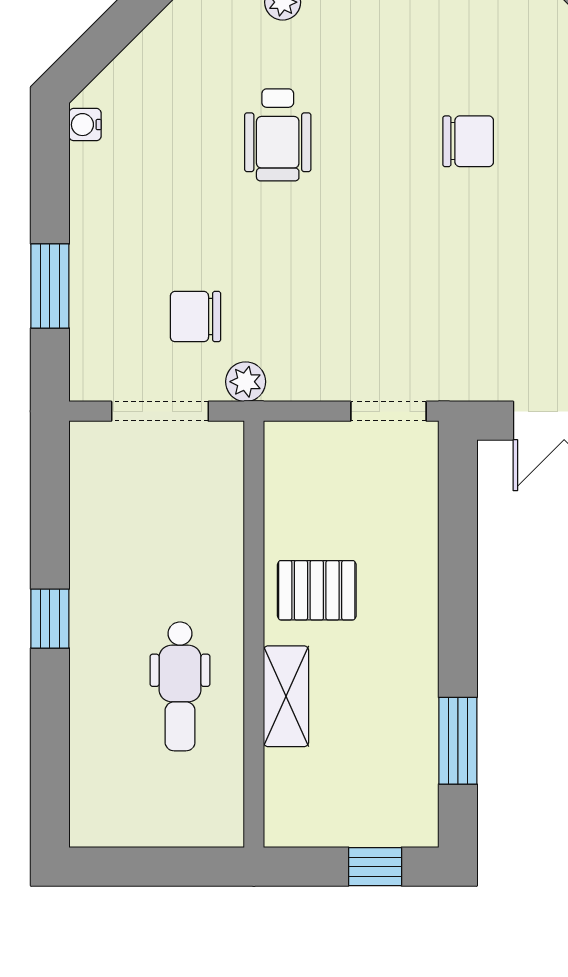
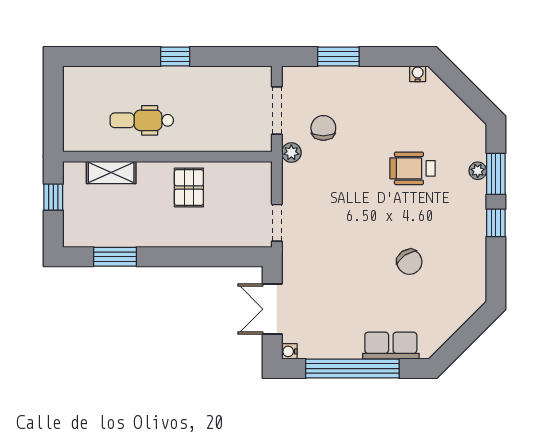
chair: (468, 141) -> (409, 262), turned -34
shelving: (286, 696) -> (111, 172), moved
window: (375, 867) -> (53, 197), moved

